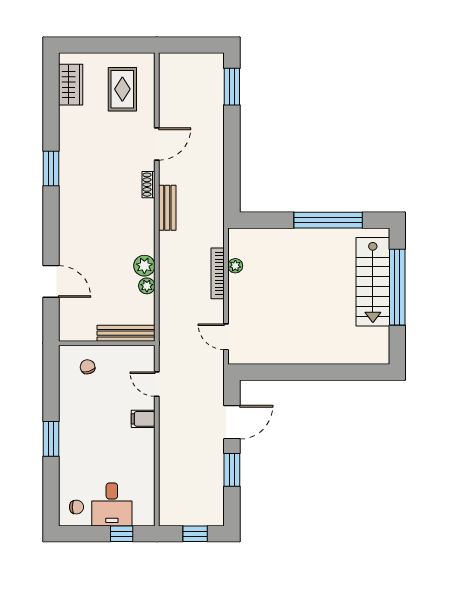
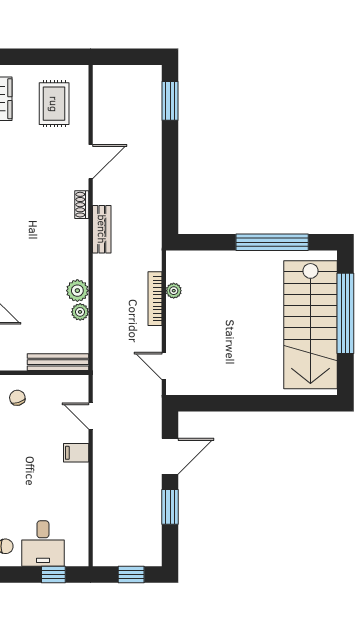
stairs: (373, 282) -> (310, 325), width x1.36, depth x1.51

